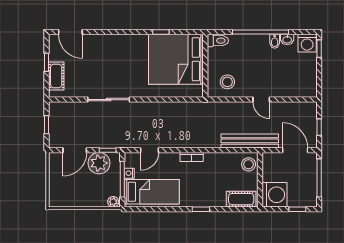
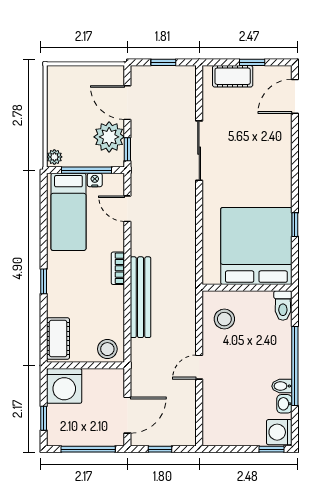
bench: (250, 141) -> (141, 297), moved

